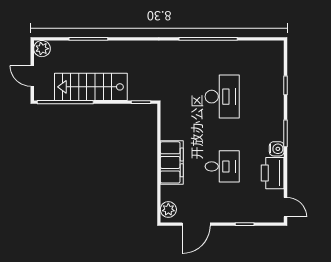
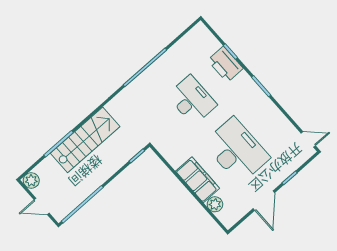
stairs: (91, 87) -> (85, 140), moved, turned 180
water cooler: (277, 149) -> (265, 103), removed
desk: (222, 166) -> (237, 150), width x1.87, depth x1.30
printer: (273, 173) -> (225, 64), moved
plant: (168, 209) -> (215, 204), moved
door: (196, 224) -> (264, 201), moved

